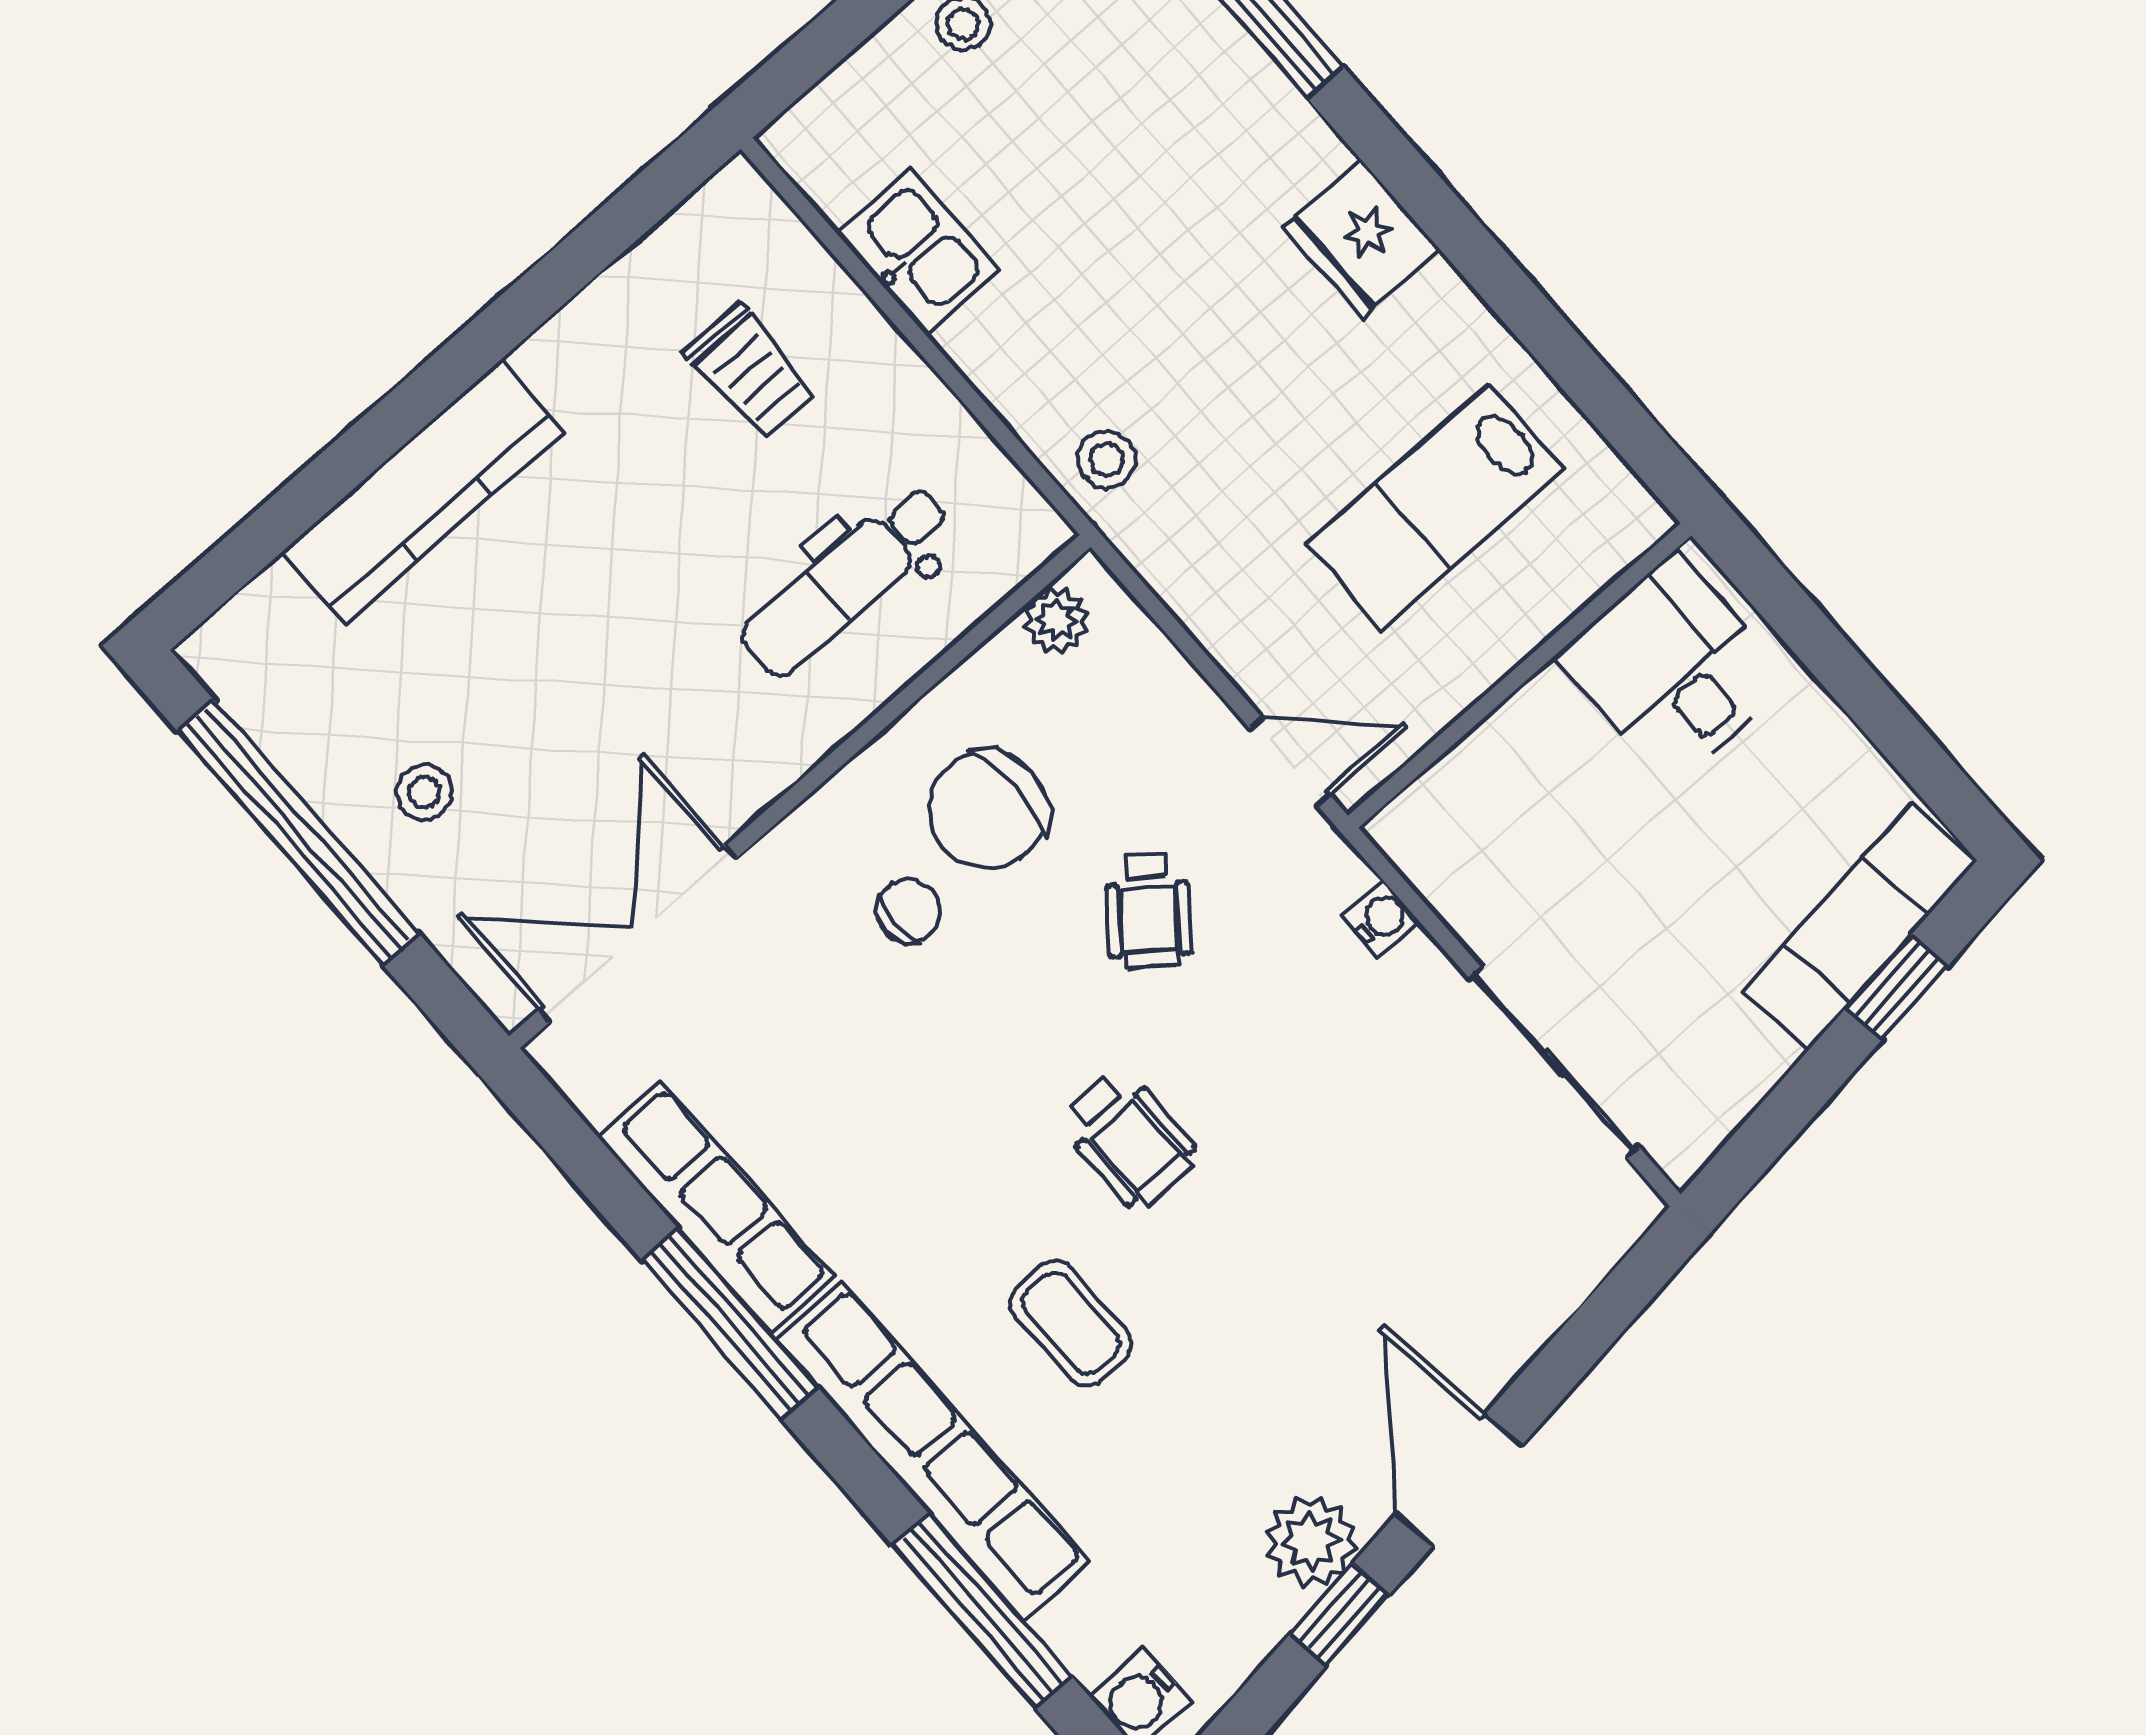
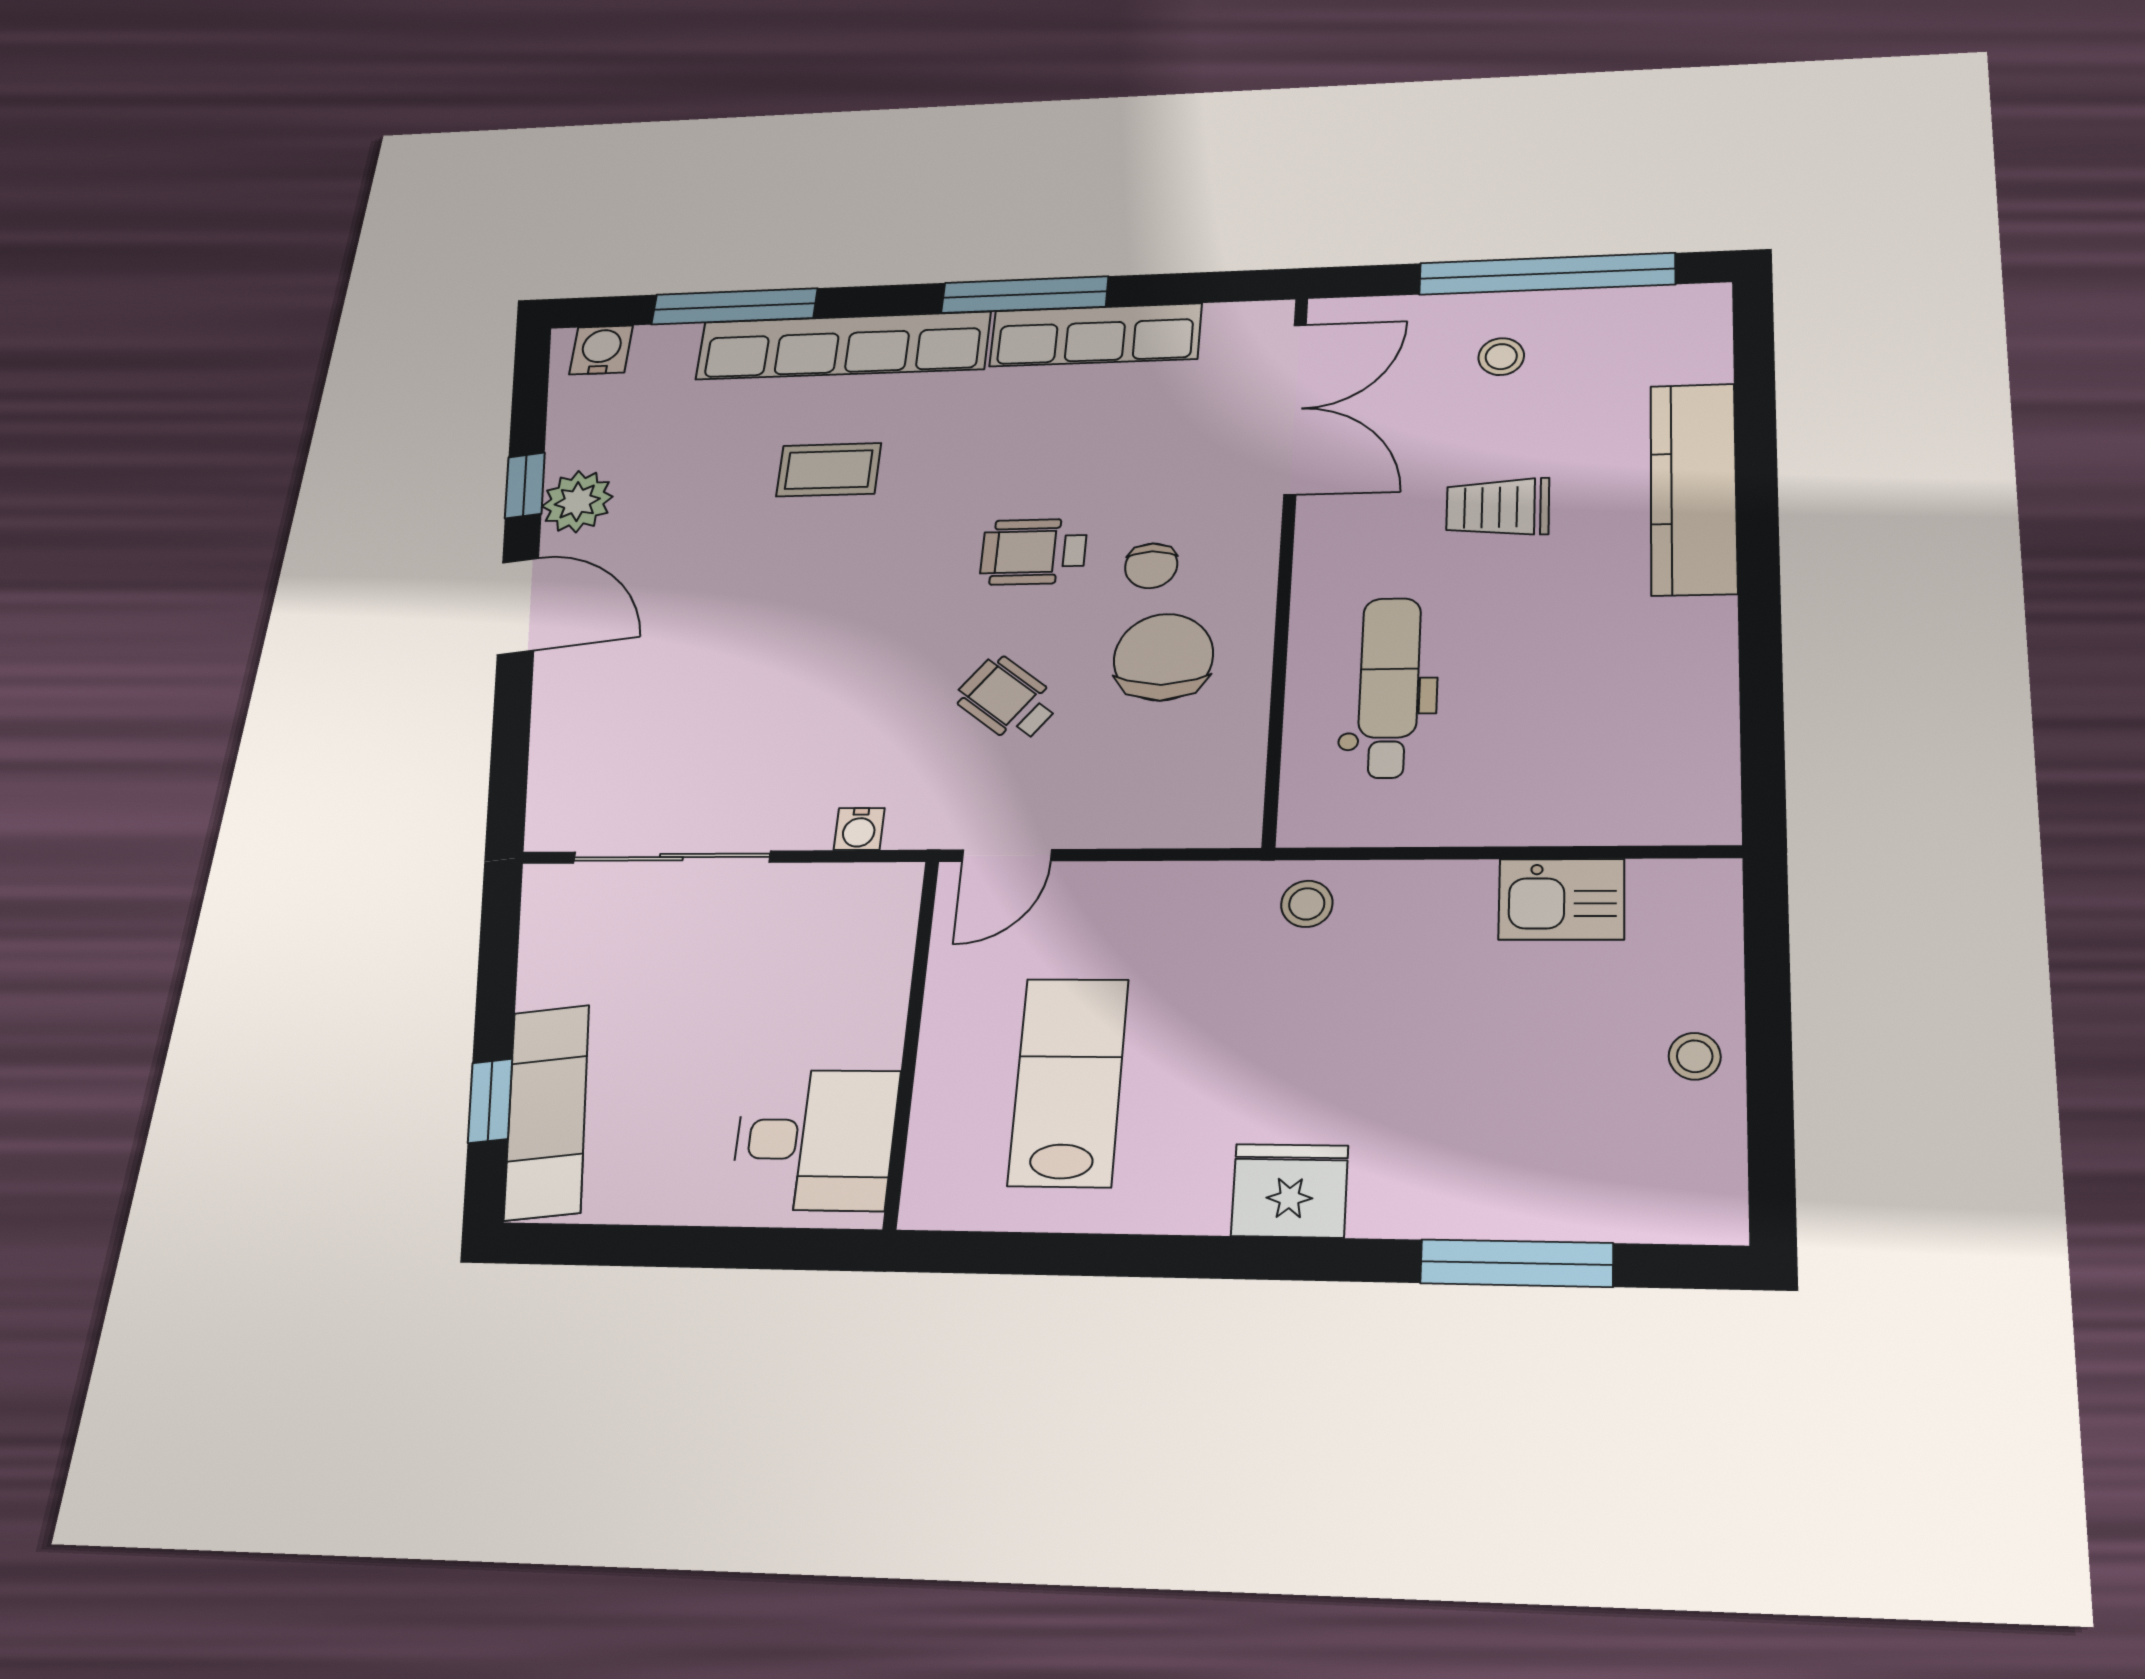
trolley: (751, 371) -> (1498, 507), moved
plant: (1056, 620) -> (1237, 790), removed
wheelchair: (1129, 1139) -> (1033, 552), moved

